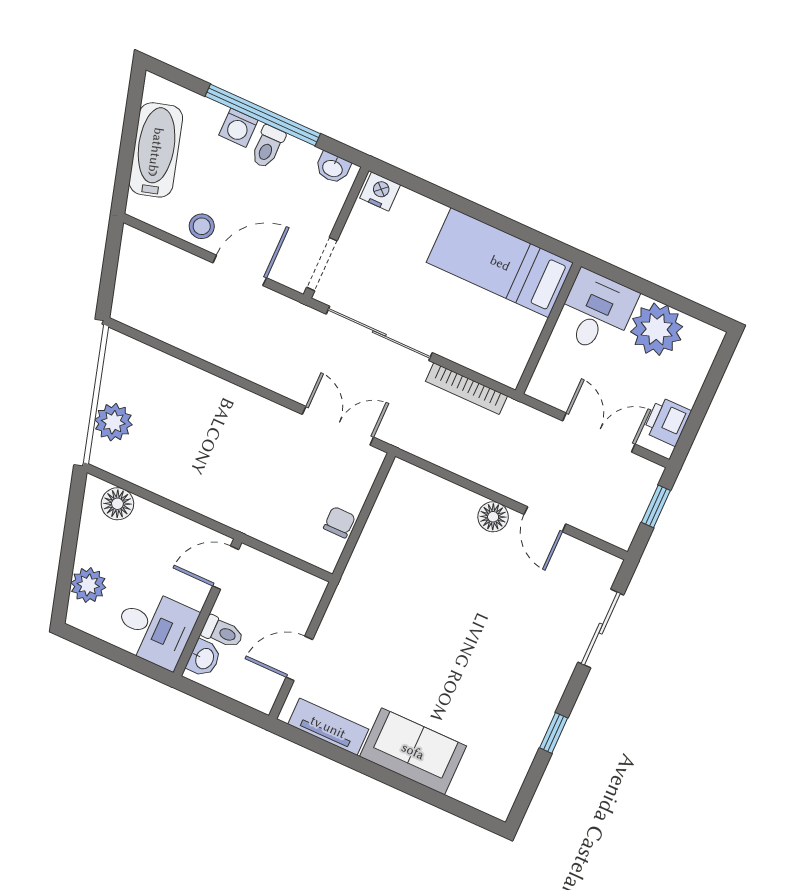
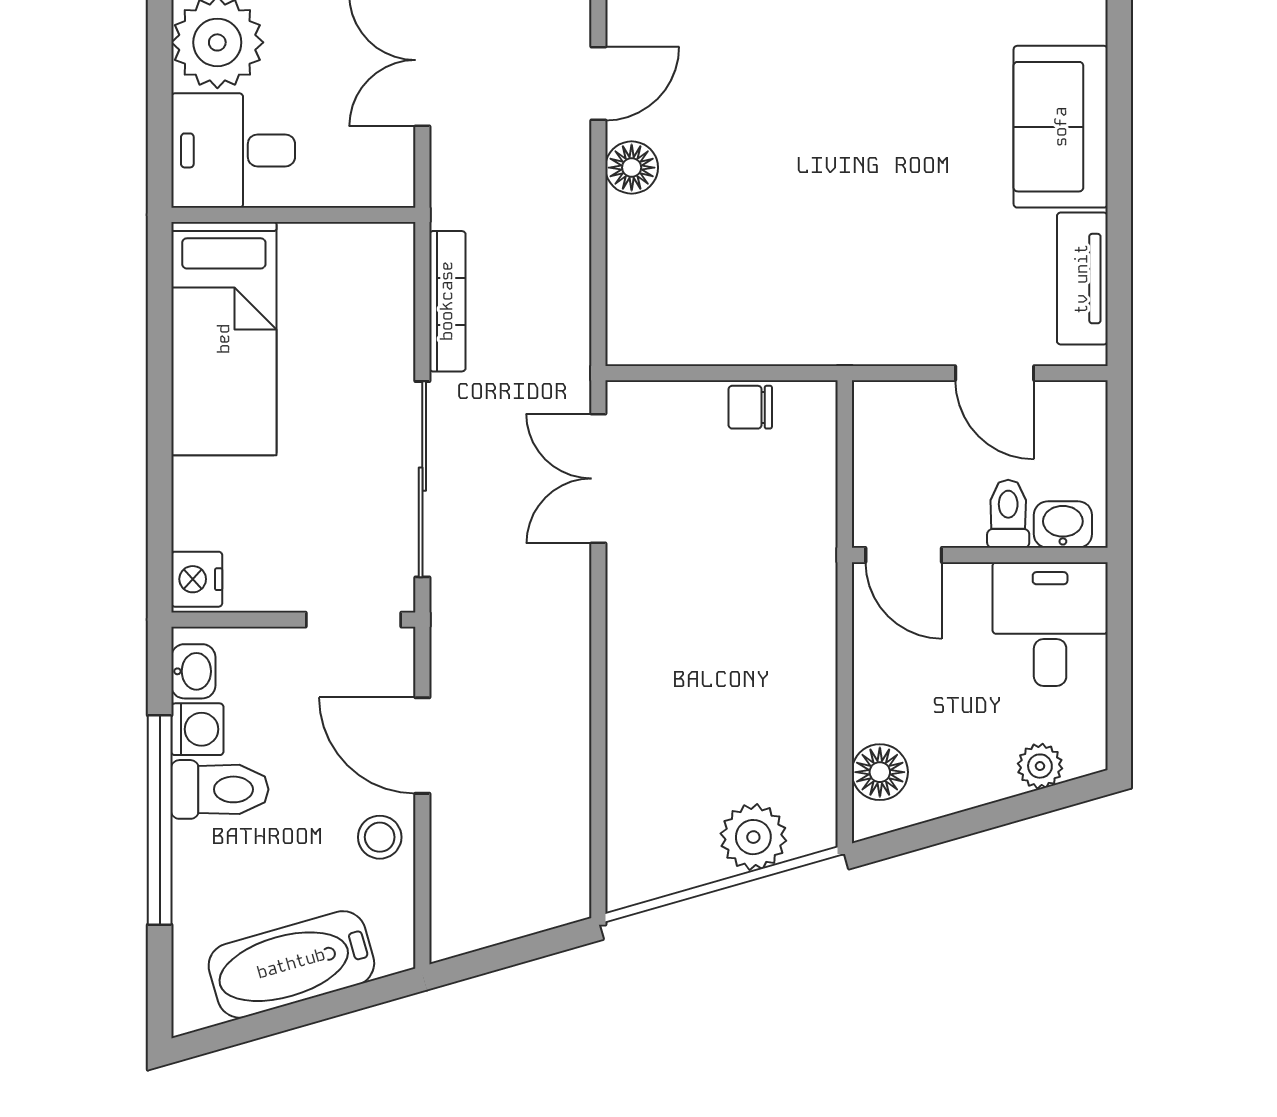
washing machine: (238, 128) -> (197, 729), moved
toilet: (268, 147) -> (220, 789), width x1.37, depth x1.39
plant: (88, 585) -> (1040, 766), width x0.73, depth x0.73

